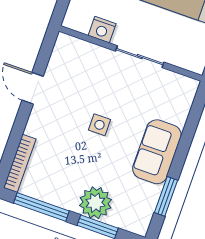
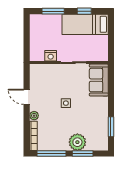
plant: (34, 127) -> (34, 116), added
sofa: (157, 152) -> (99, 80), moved

